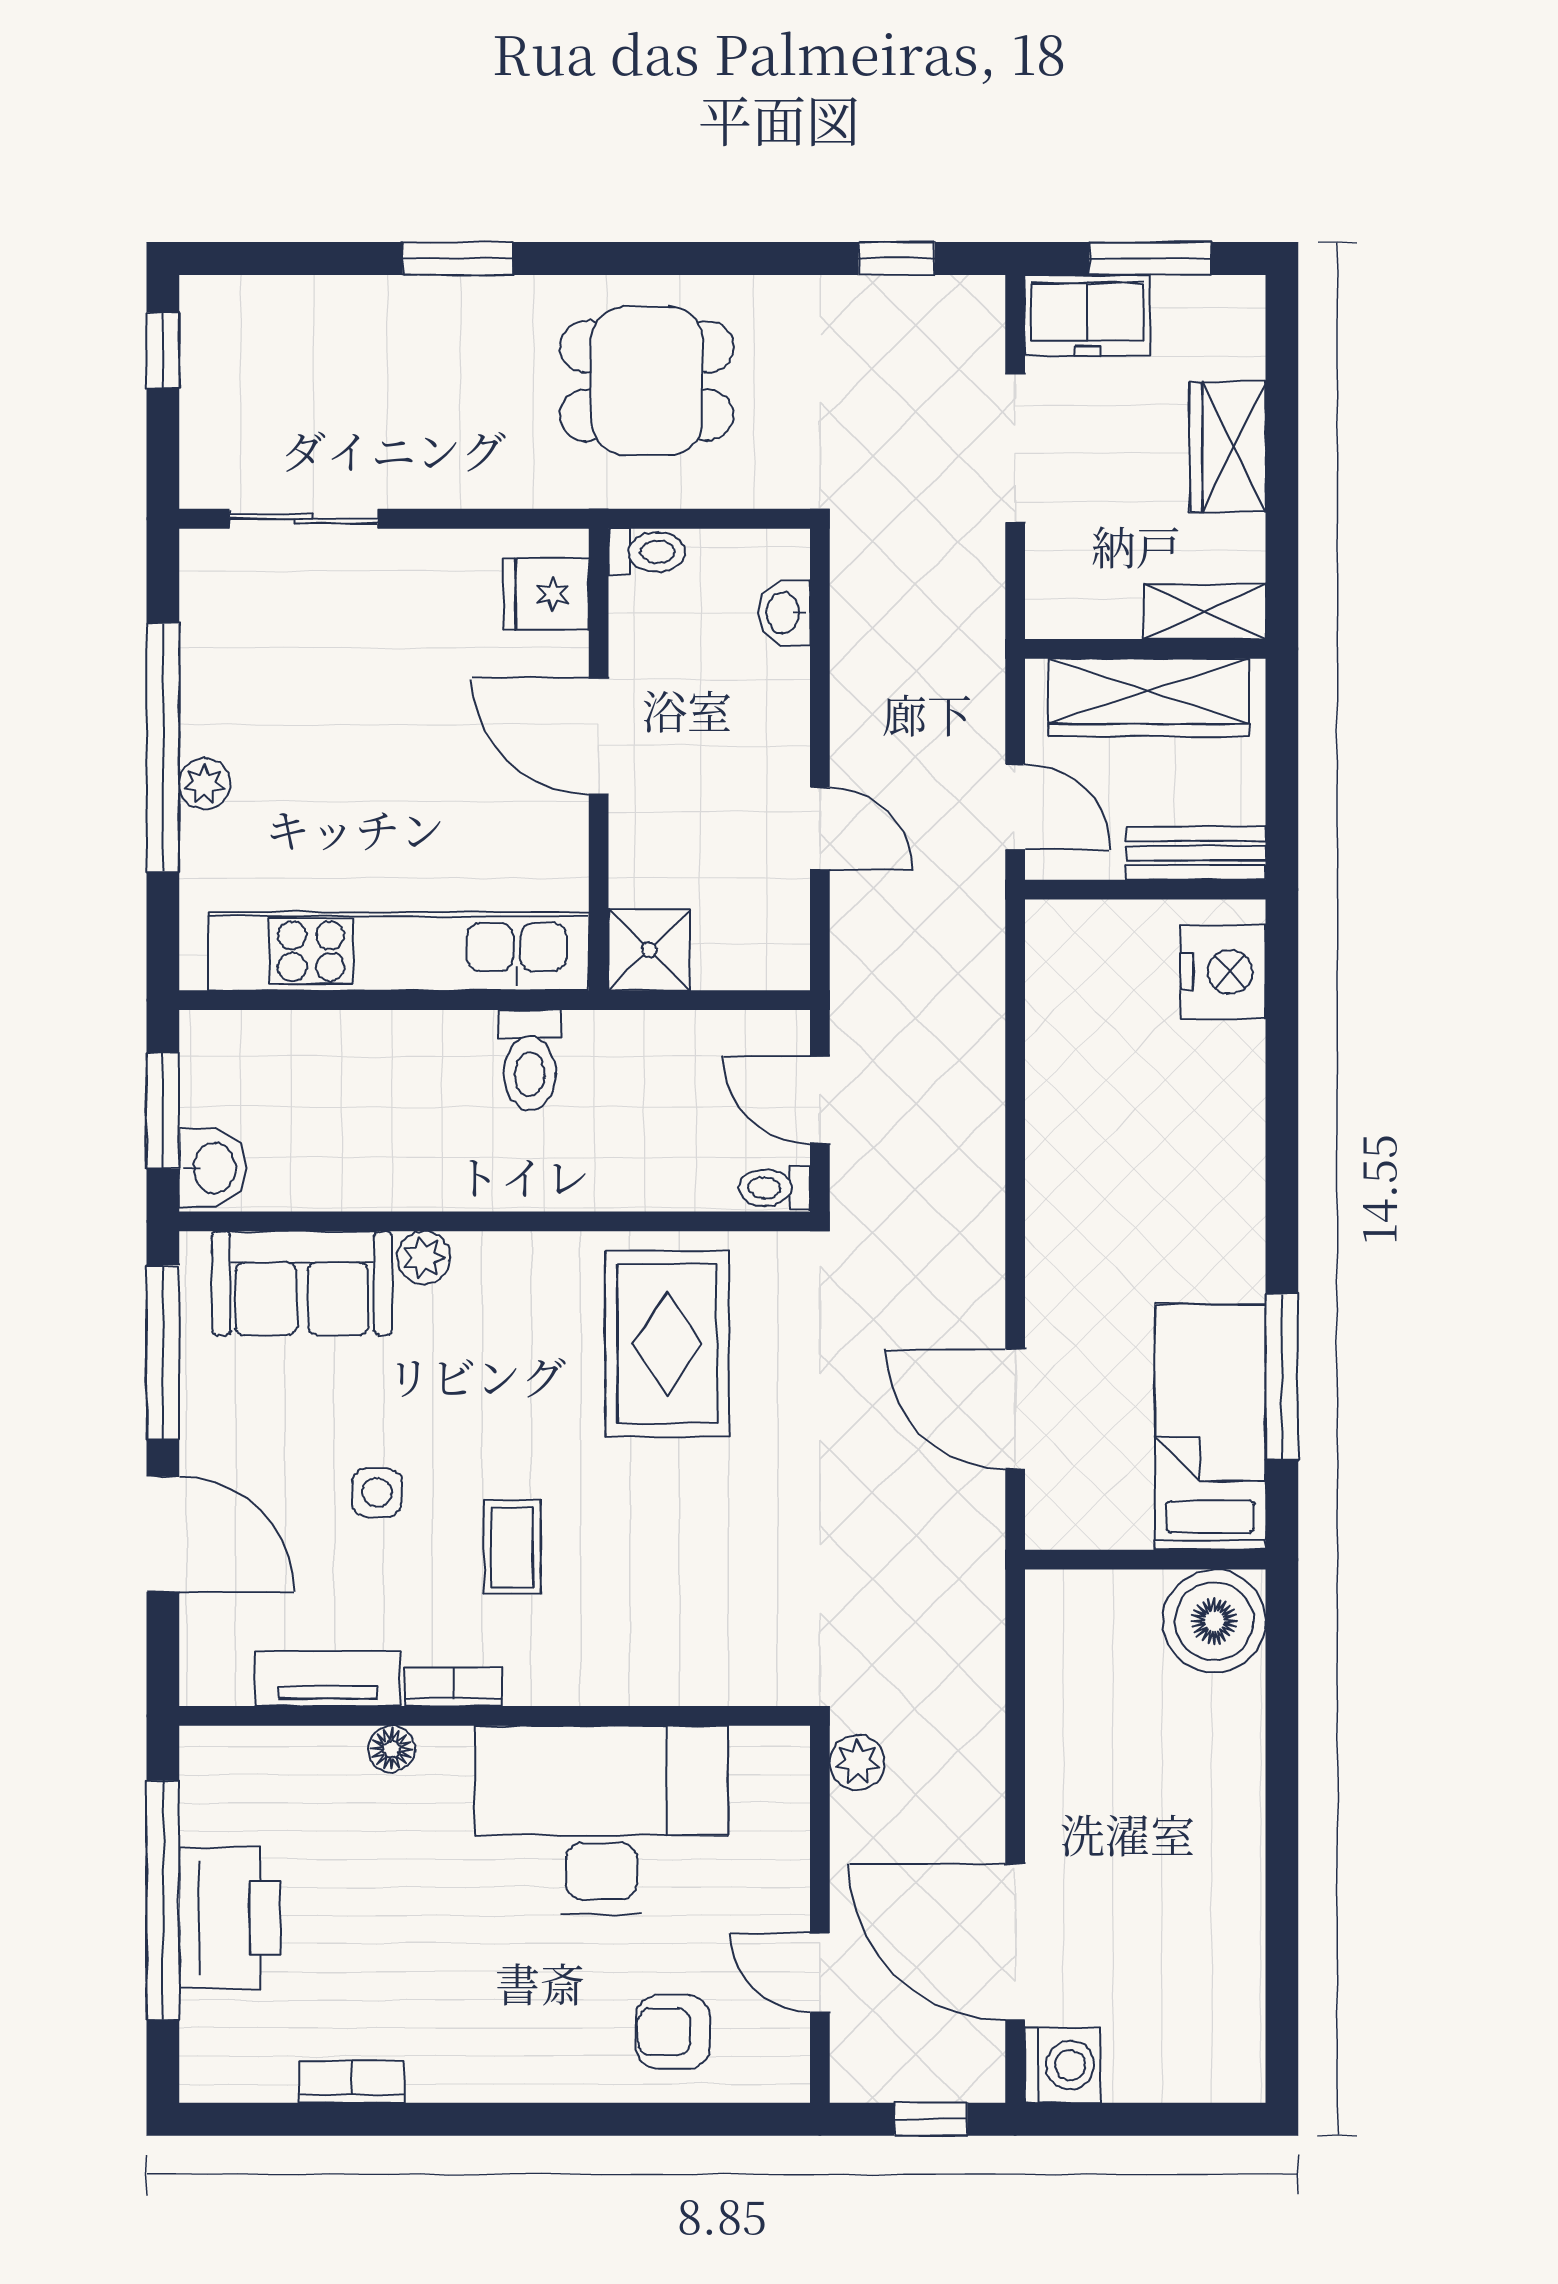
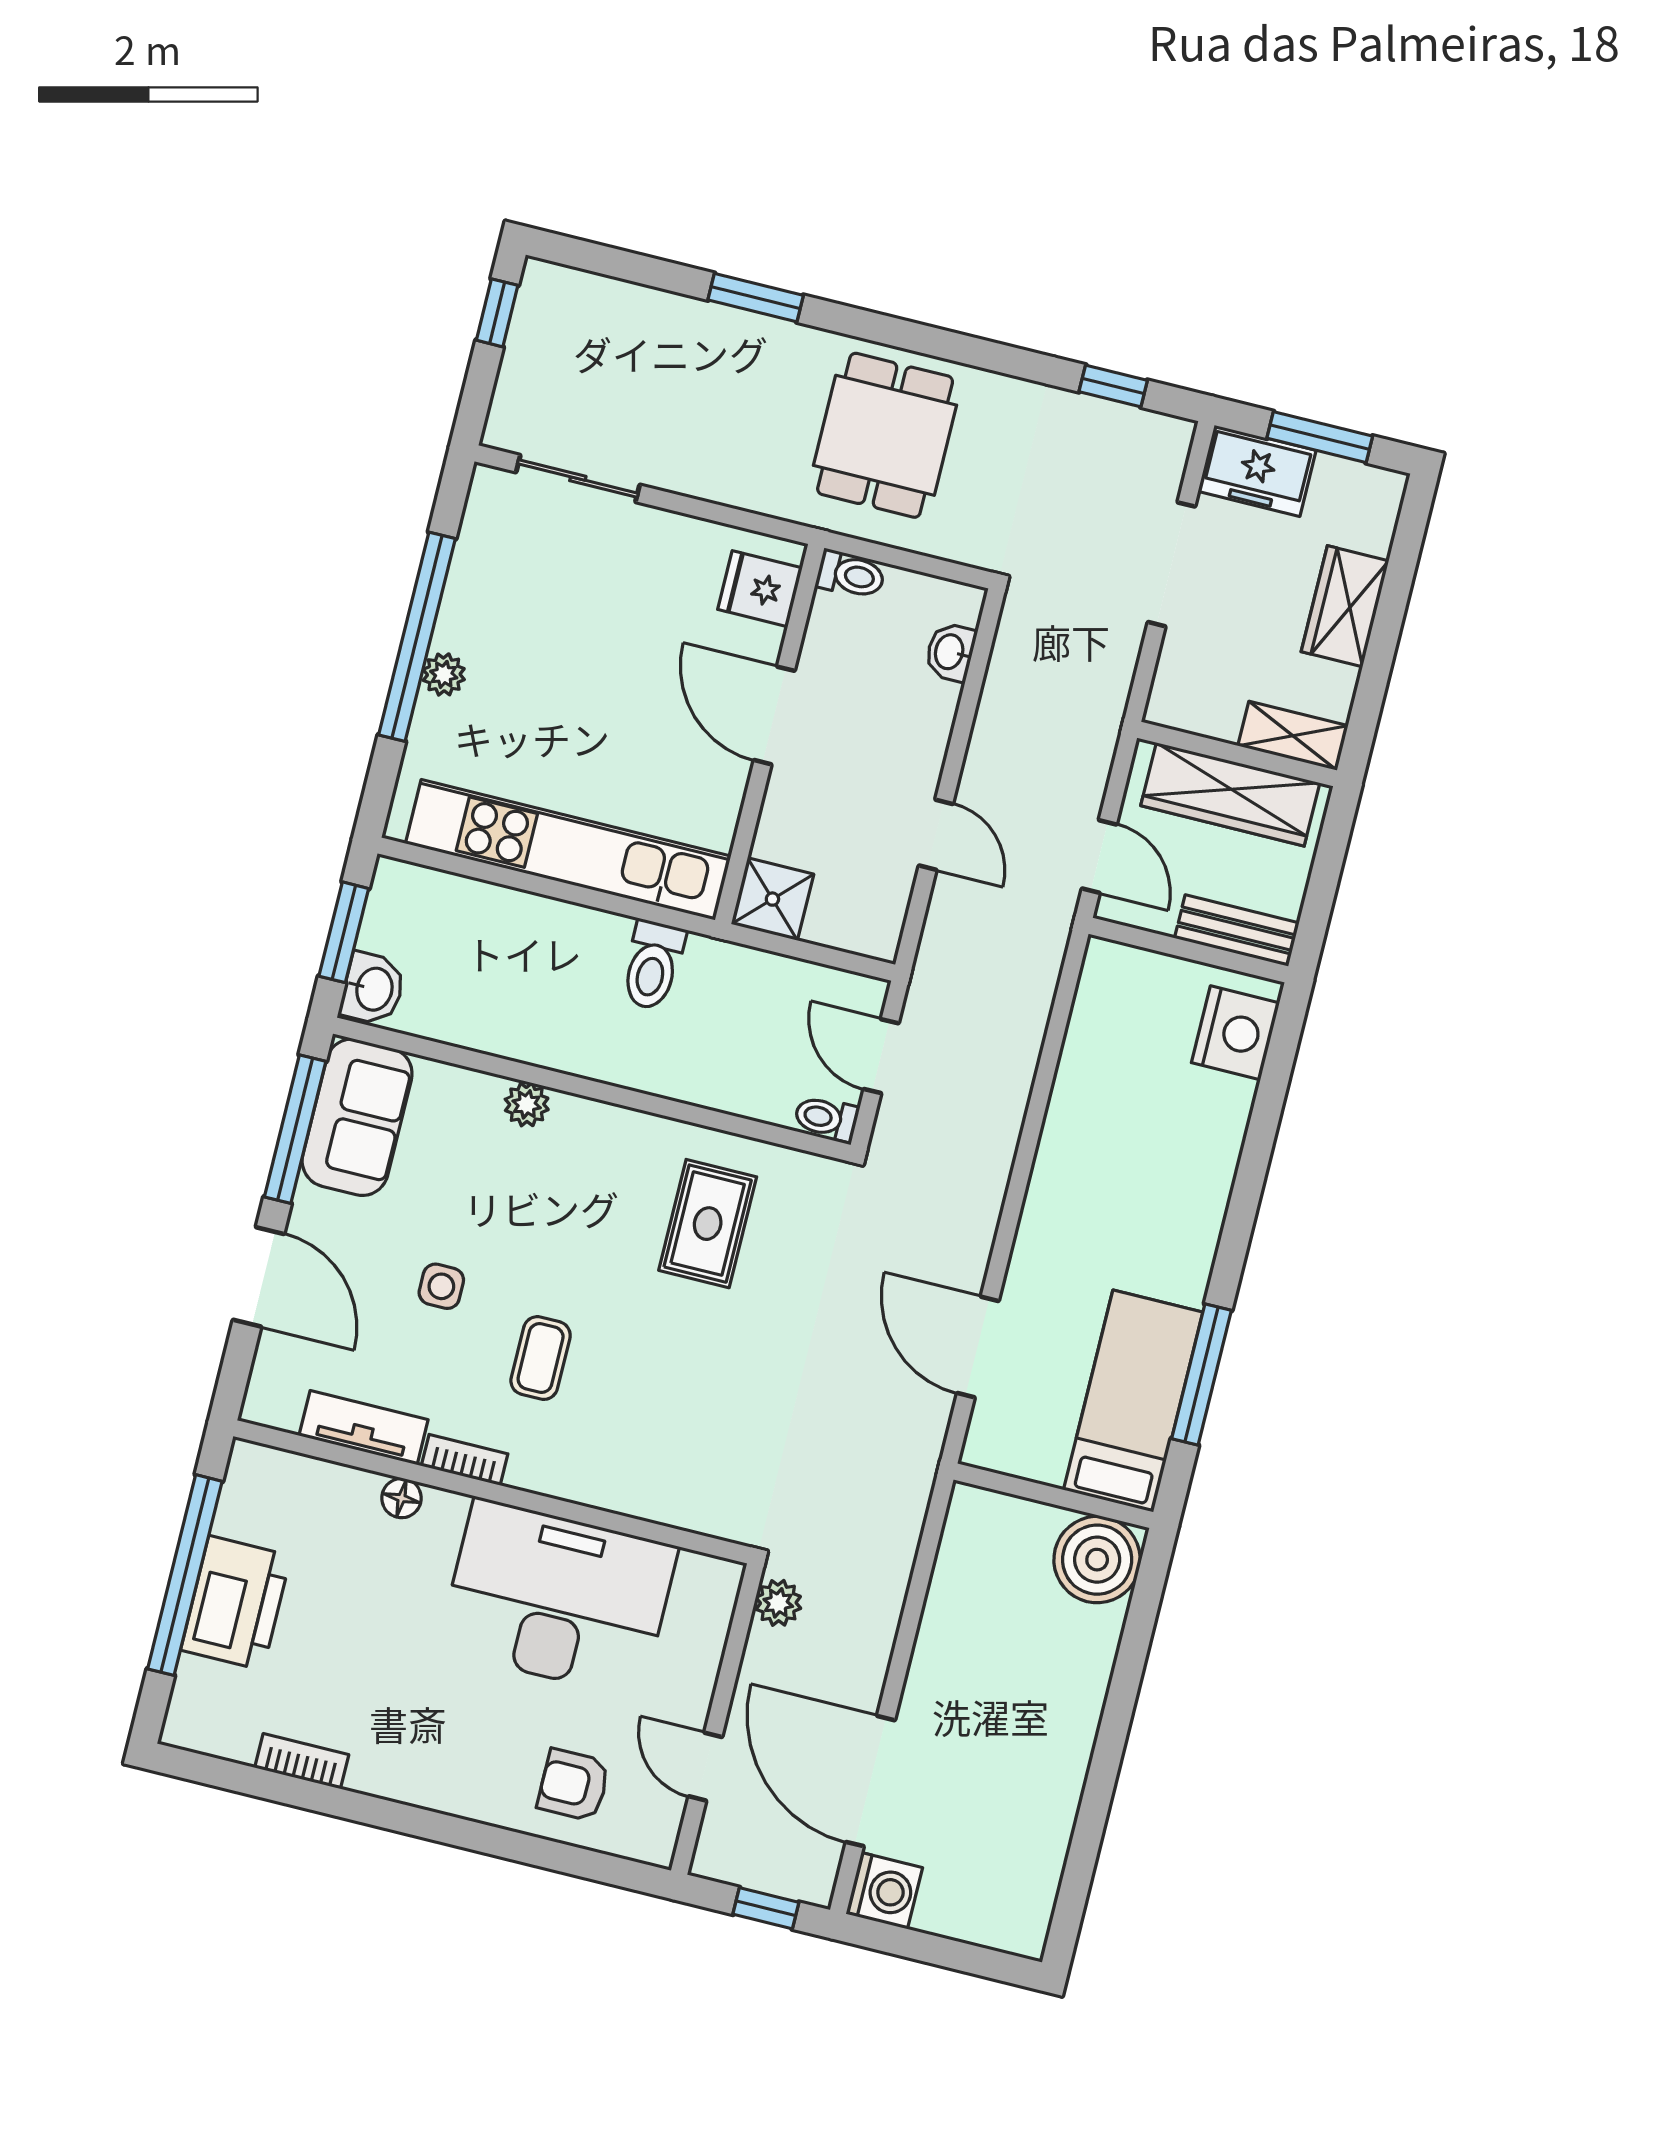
dining table: (647, 381) -> (885, 435), turned 90
sofa: (302, 1283) -> (357, 1117), moved, turned -90
rug: (667, 1344) -> (708, 1224), width x0.73, depth x0.70

